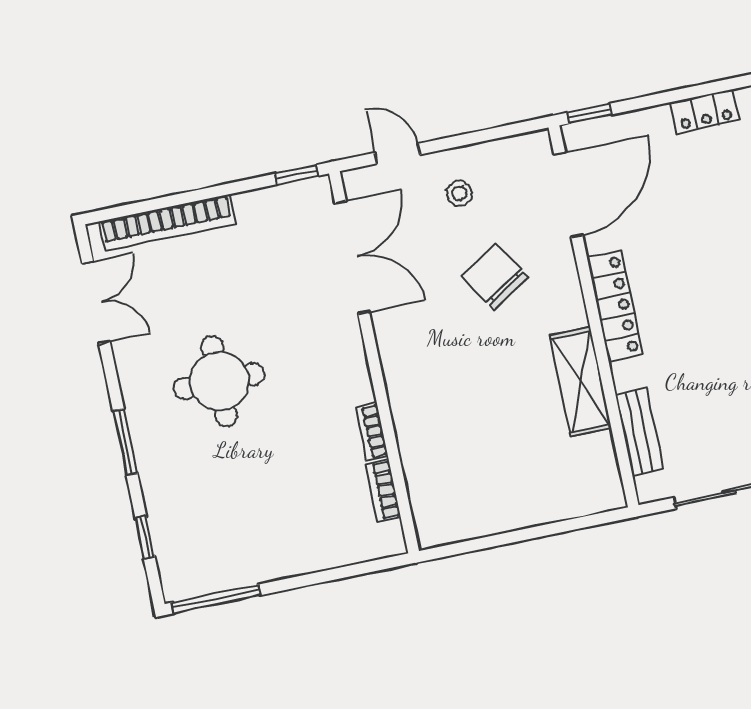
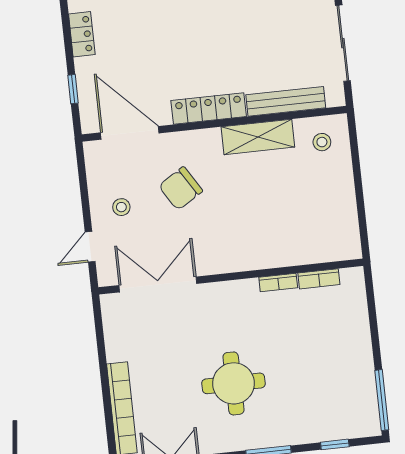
window: (590, 113) -> (73, 89), moved
window: (297, 175) -> (98, 317), removed
bench: (639, 432) -> (286, 101), width x1.36
stool: (582, 475) -> (322, 142), added

